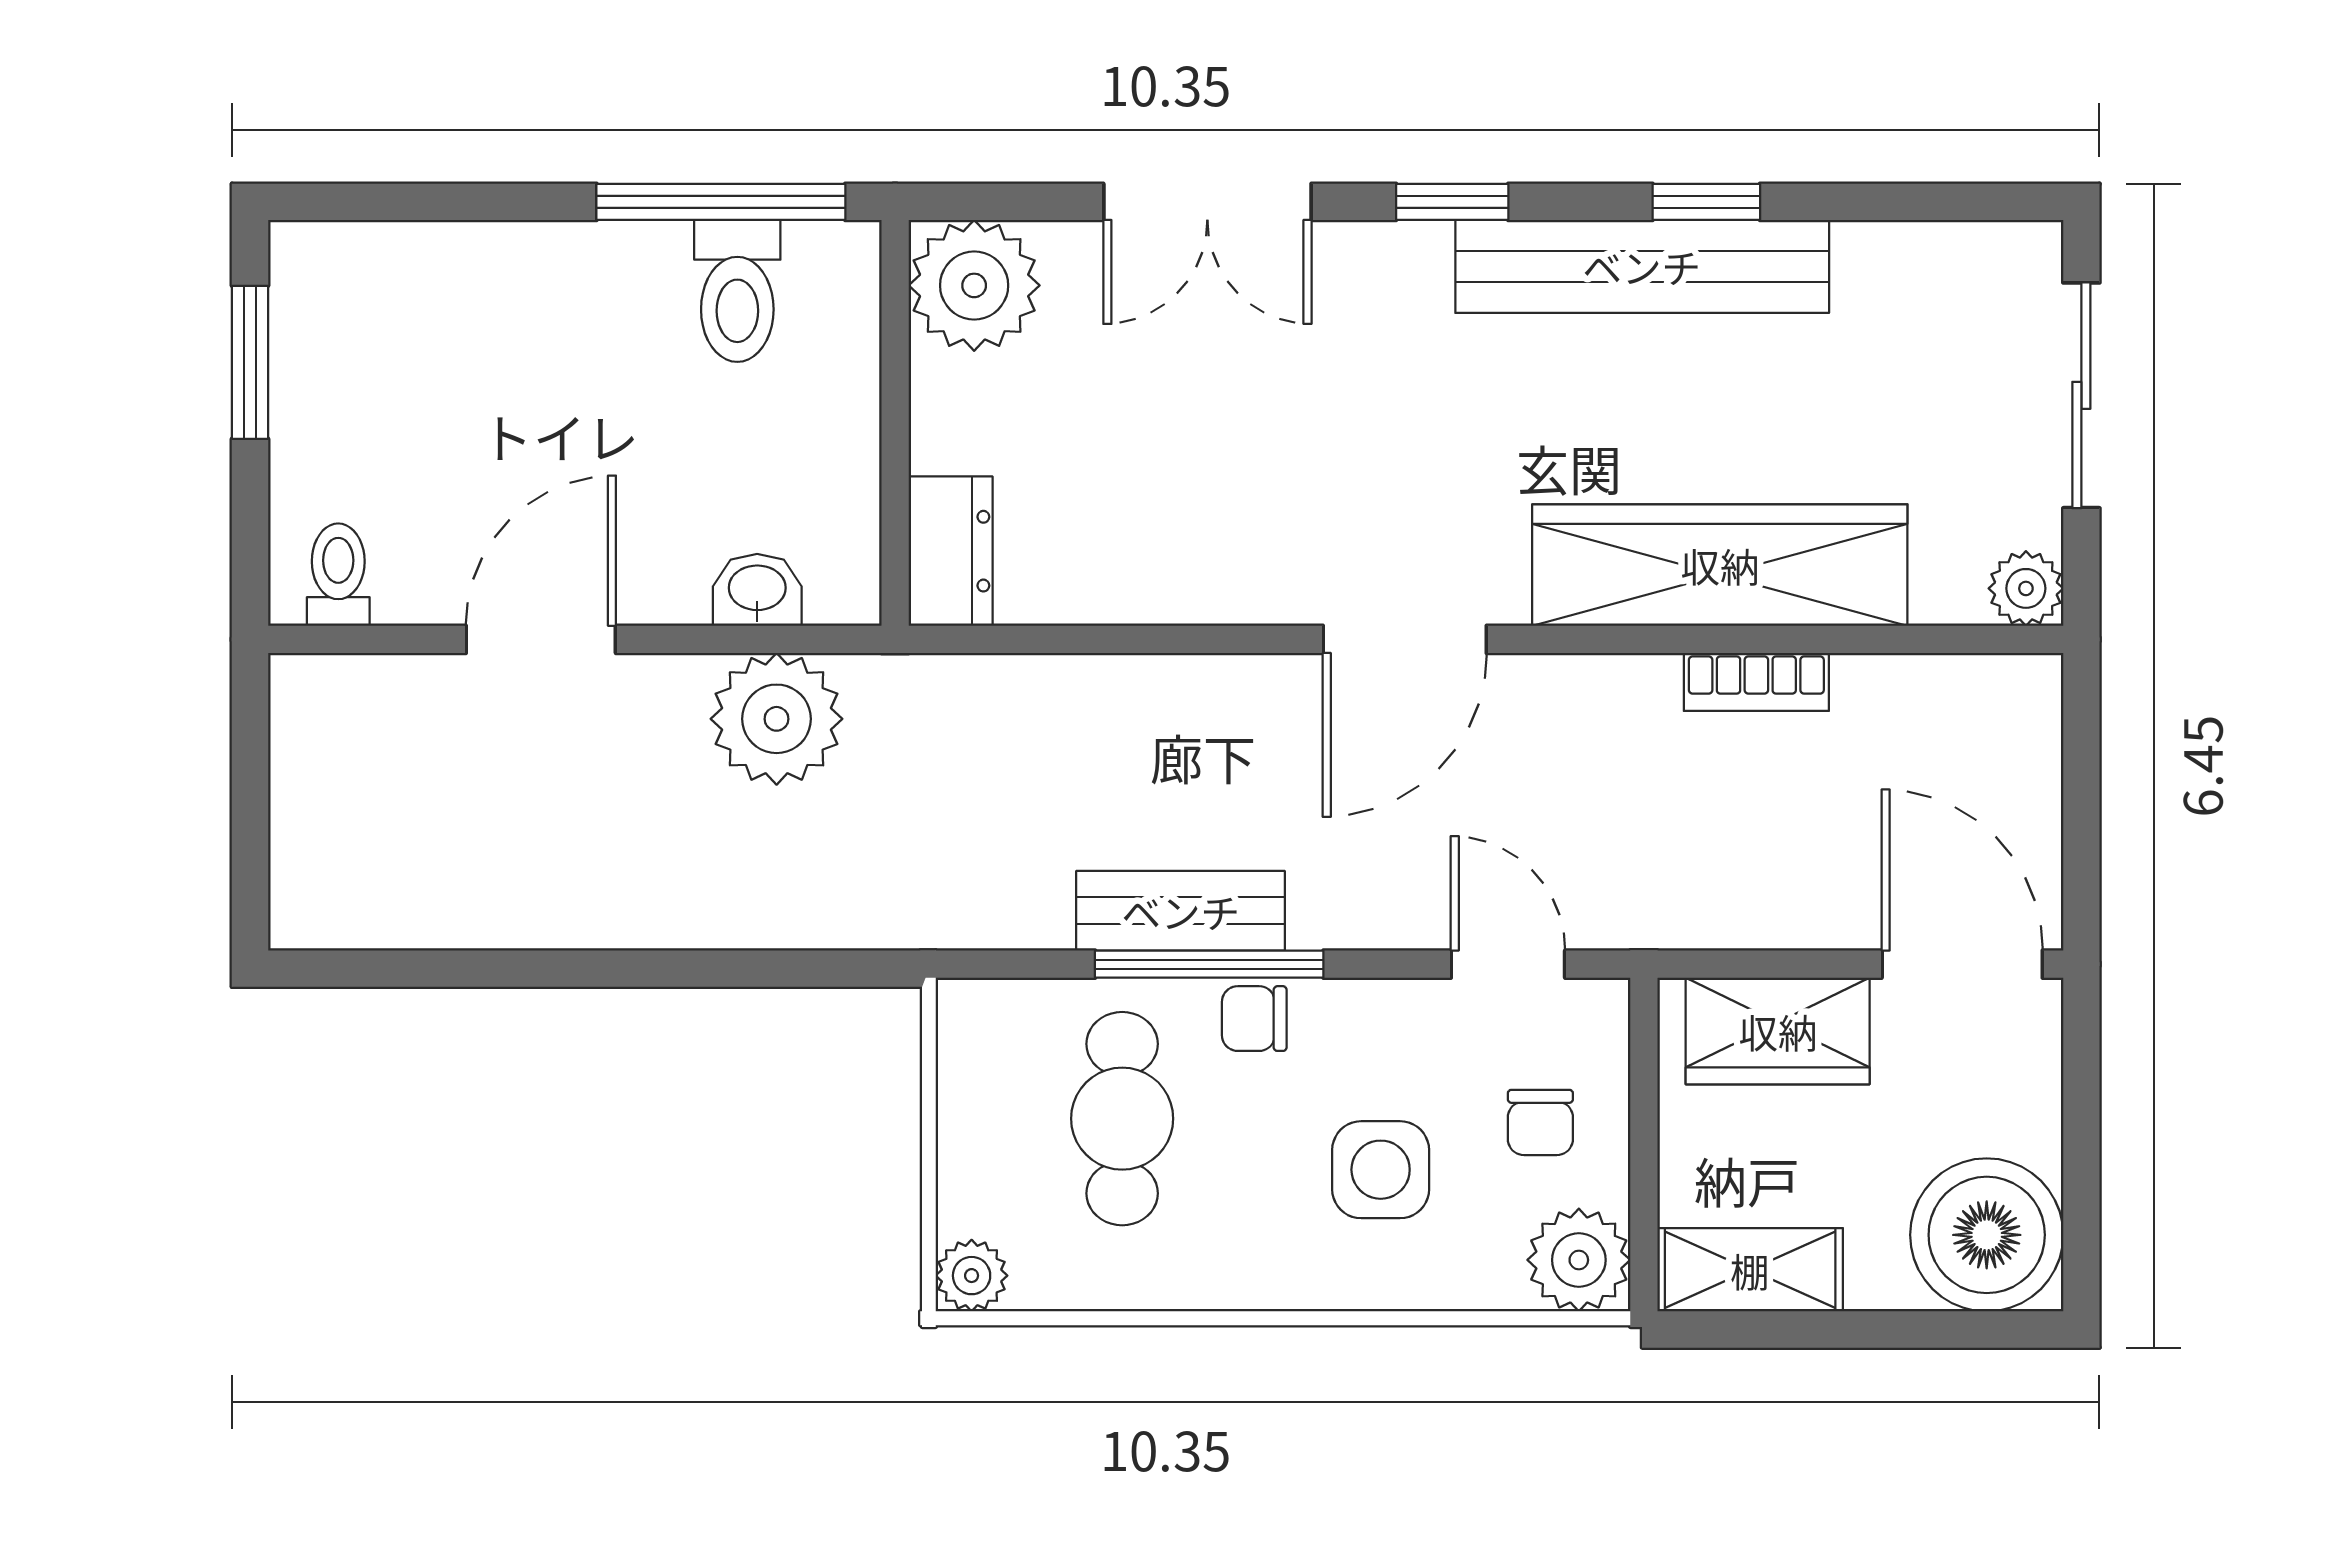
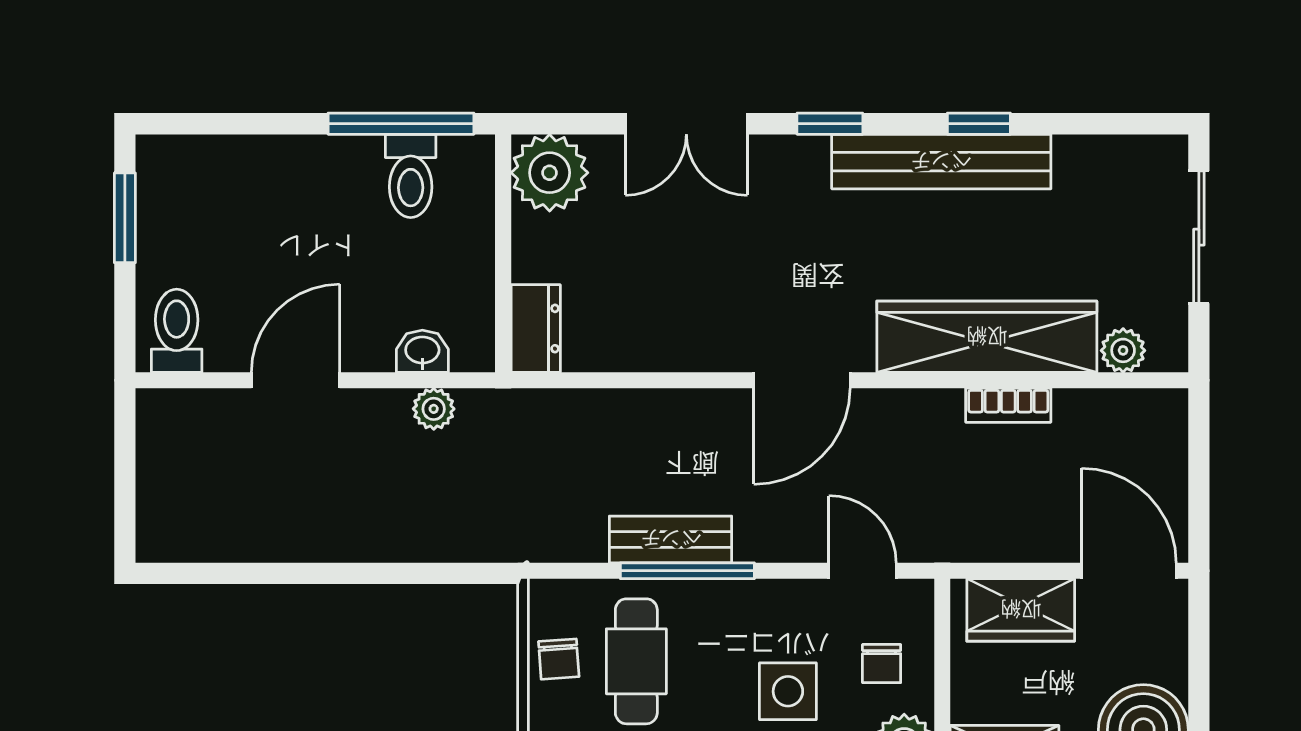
toilet: (338, 575) -> (177, 331), width x1.37, depth x1.39
plant: (2026, 588) -> (1123, 350), moved
plant: (777, 719) -> (434, 409), width x0.53, depth x0.53
chair: (1254, 1019) -> (559, 659), moved, turned -94

